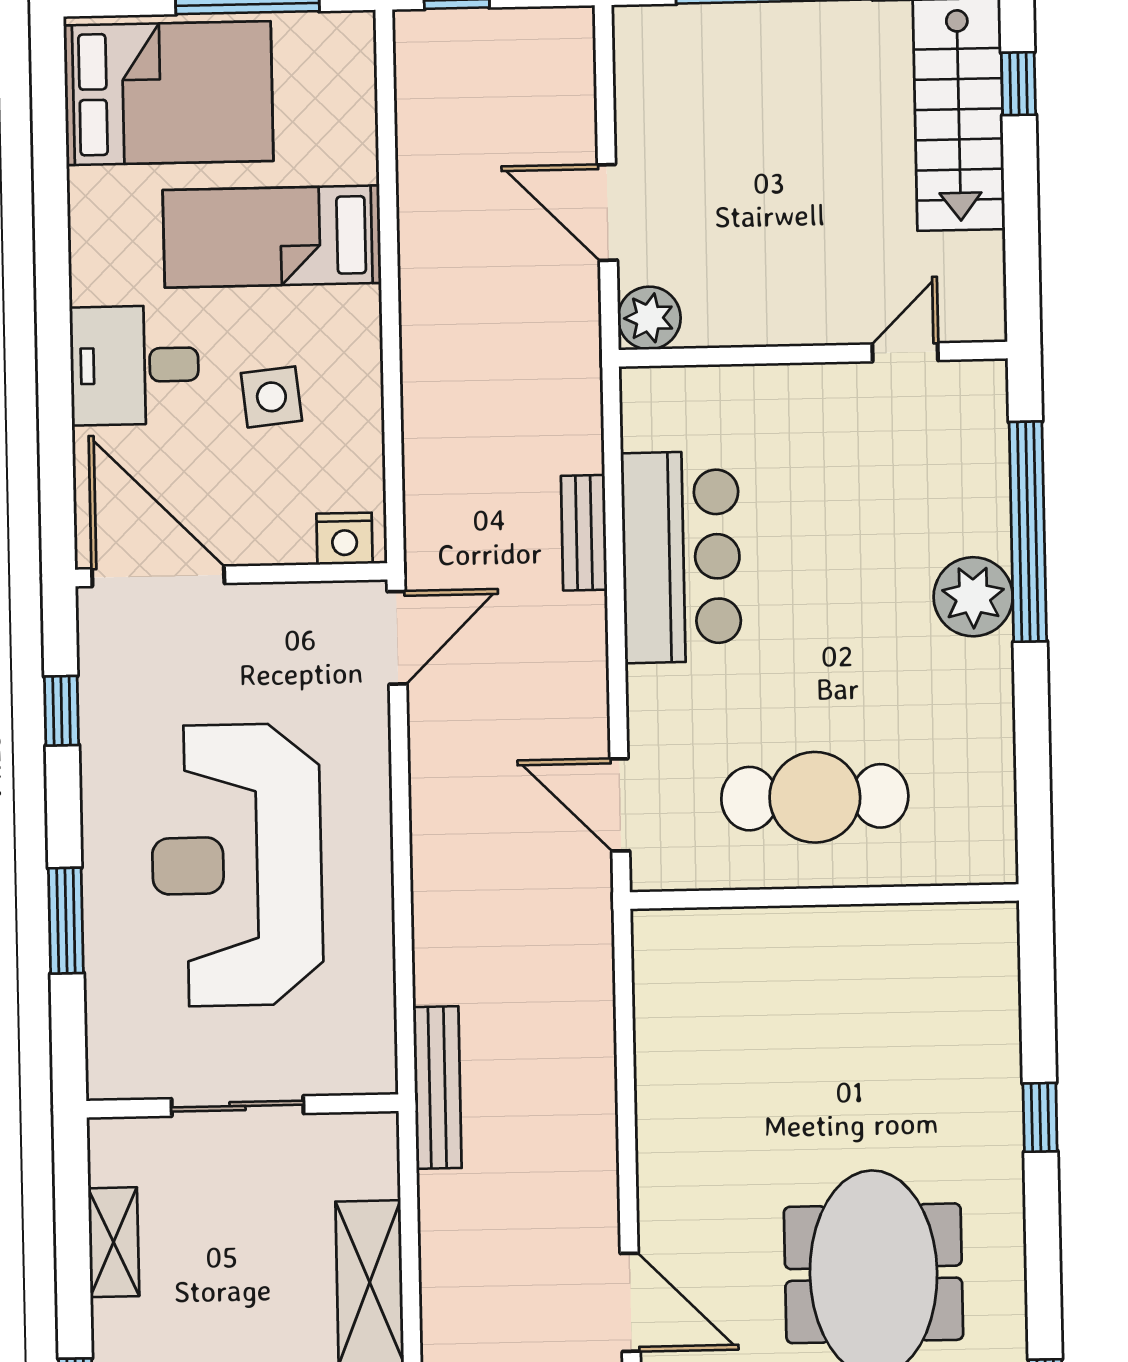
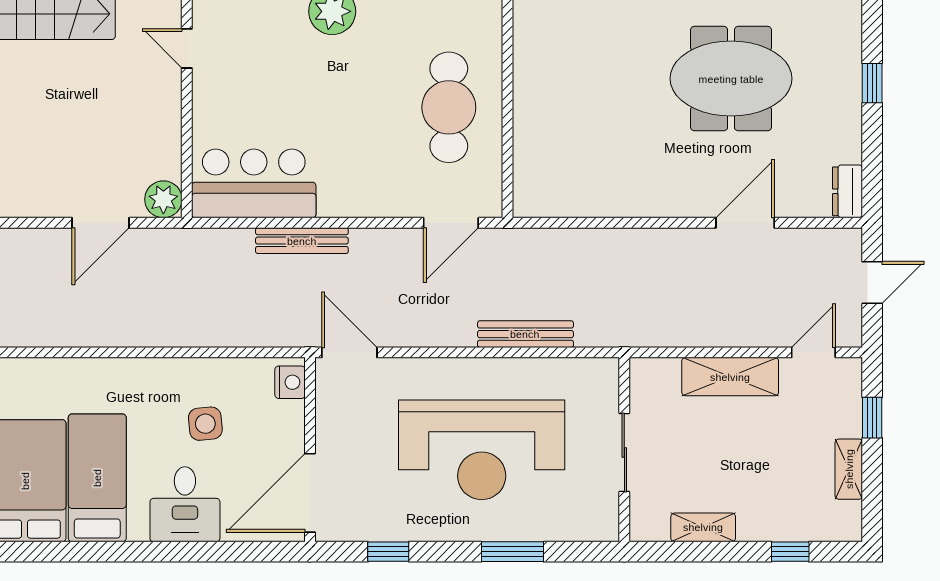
bed: (272, 236) -> (97, 478), moved, turned 180
bench: (584, 533) -> (302, 241), width x1.36
bar counter: (681, 557) -> (254, 183), moved
bench: (437, 1087) -> (525, 334), moved

